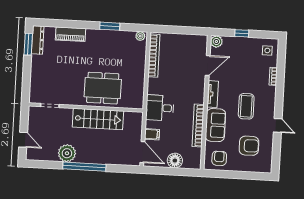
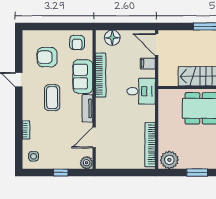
plant: (140, 36) -> (169, 160), width x1.87, depth x1.87
floor lamp: (175, 161) -> (112, 38), moved

